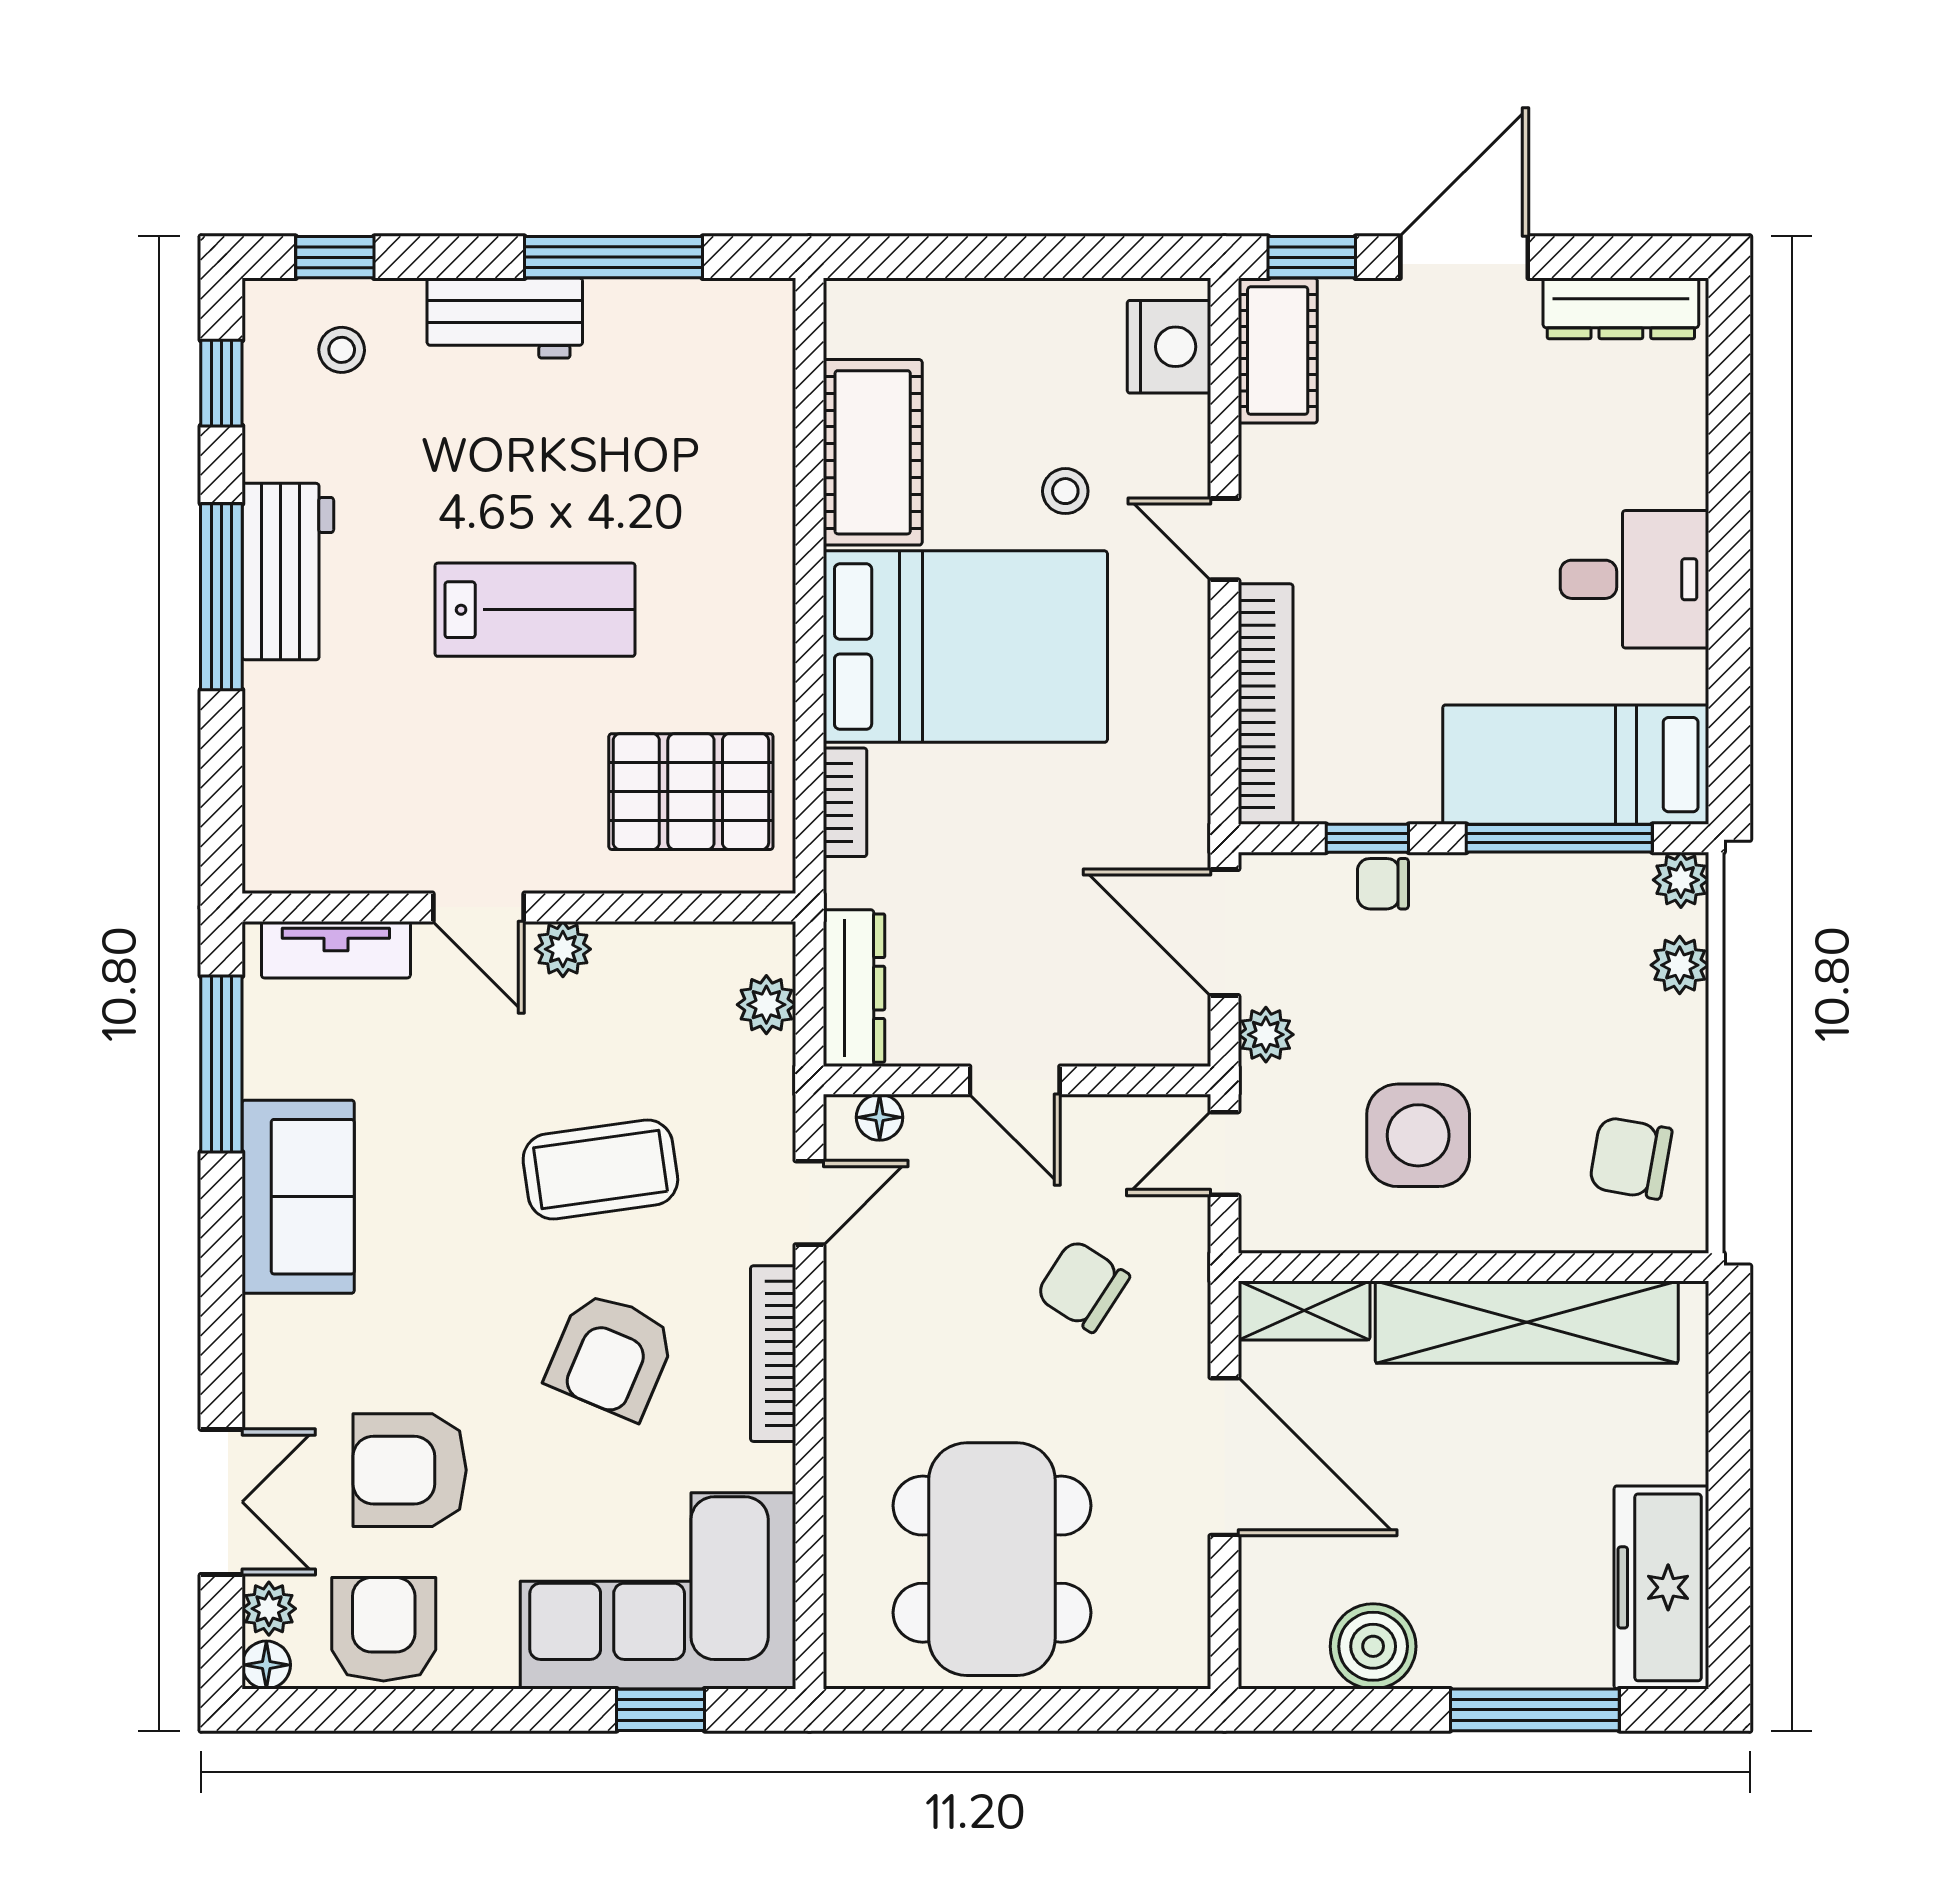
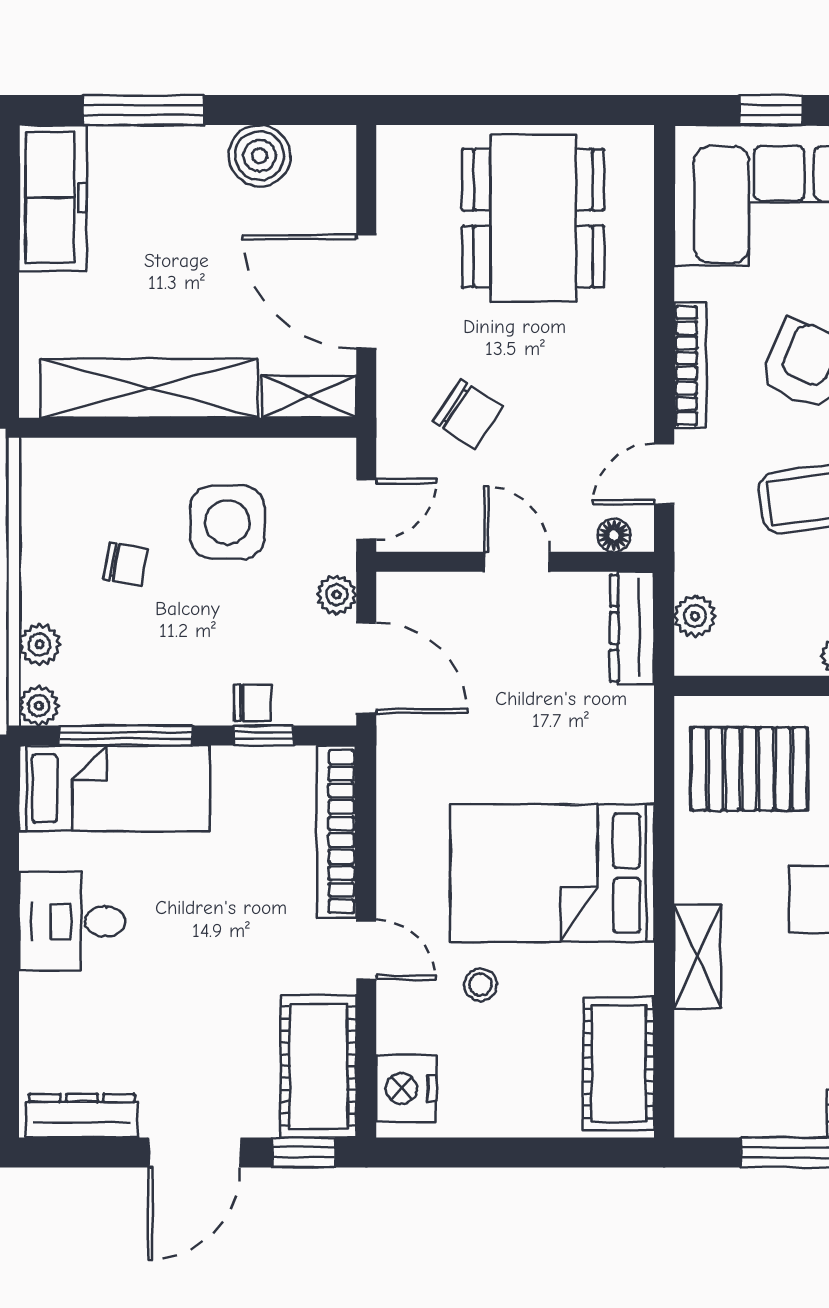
cot: (1278, 351) -> (318, 1066), width x1.37, depth x1.34
cot: (873, 452) -> (619, 1064), moved
shelving: (763, 530) -> (698, 957), added
bookcase: (845, 802) -> (639, 761), removed
chair: (1631, 1158) -> (126, 564), moved, width x0.73, depth x0.73

